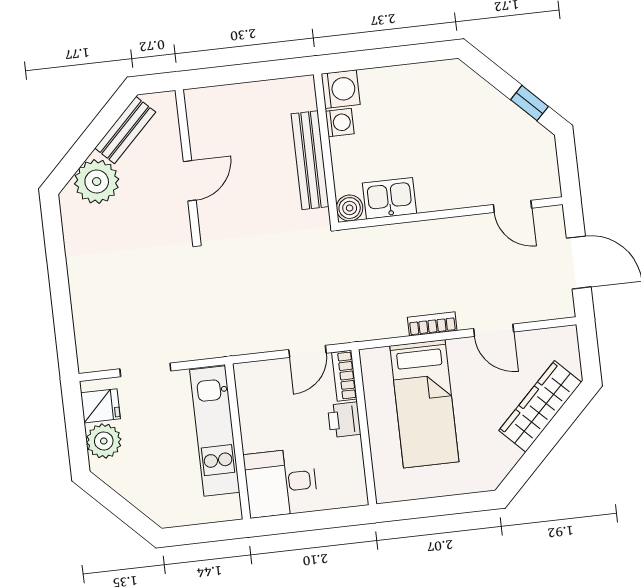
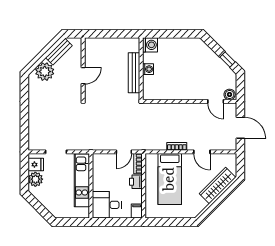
washing machine: (340, 123) -> (148, 69), moved
kitchen sink: (390, 198) -> (165, 92), removed
boiler: (350, 208) -> (230, 94), moved
filing cabinet: (354, 489) -> (137, 211), added

